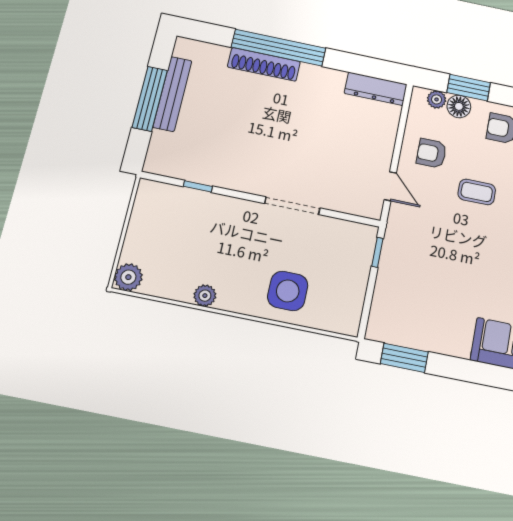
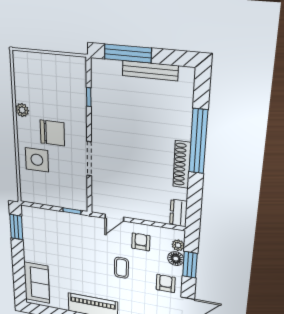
shoe rack: (264, 64) -> (182, 165), moved
dresser: (376, 89) -> (178, 213), width x0.70
window: (150, 99) -> (128, 53), moved
chair: (246, 255) -> (52, 133), added
plant: (128, 277) -> (21, 60), removed

